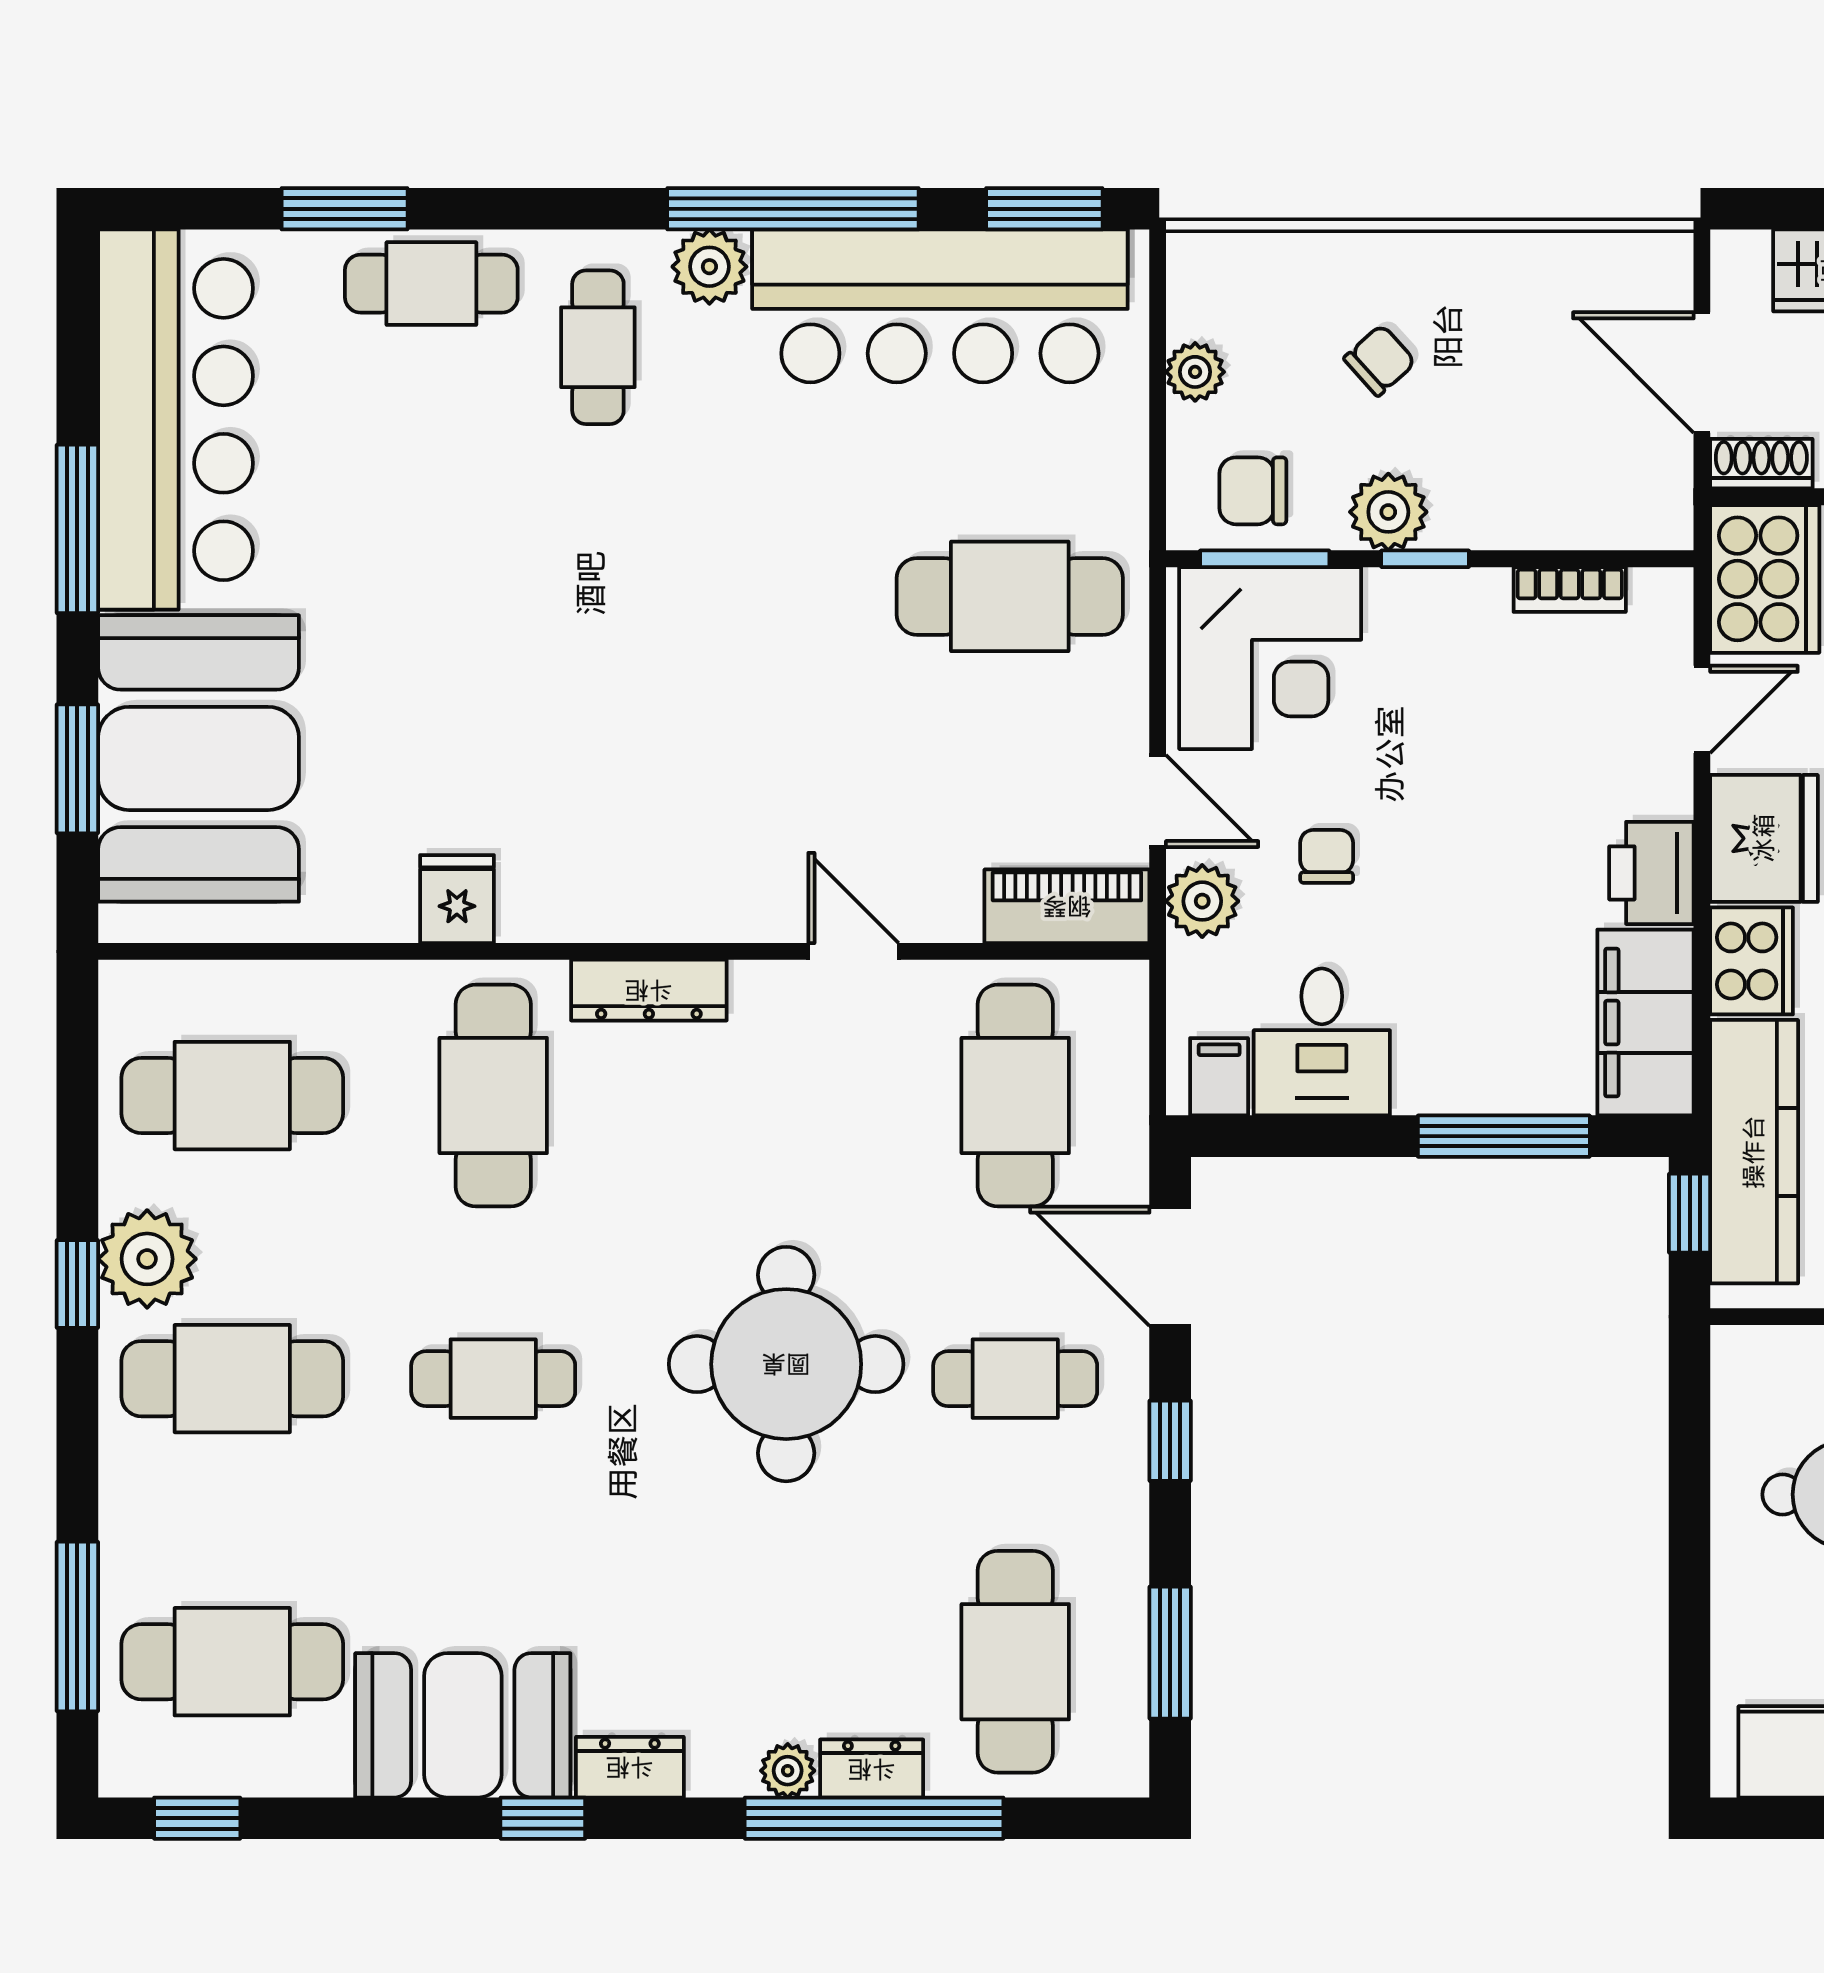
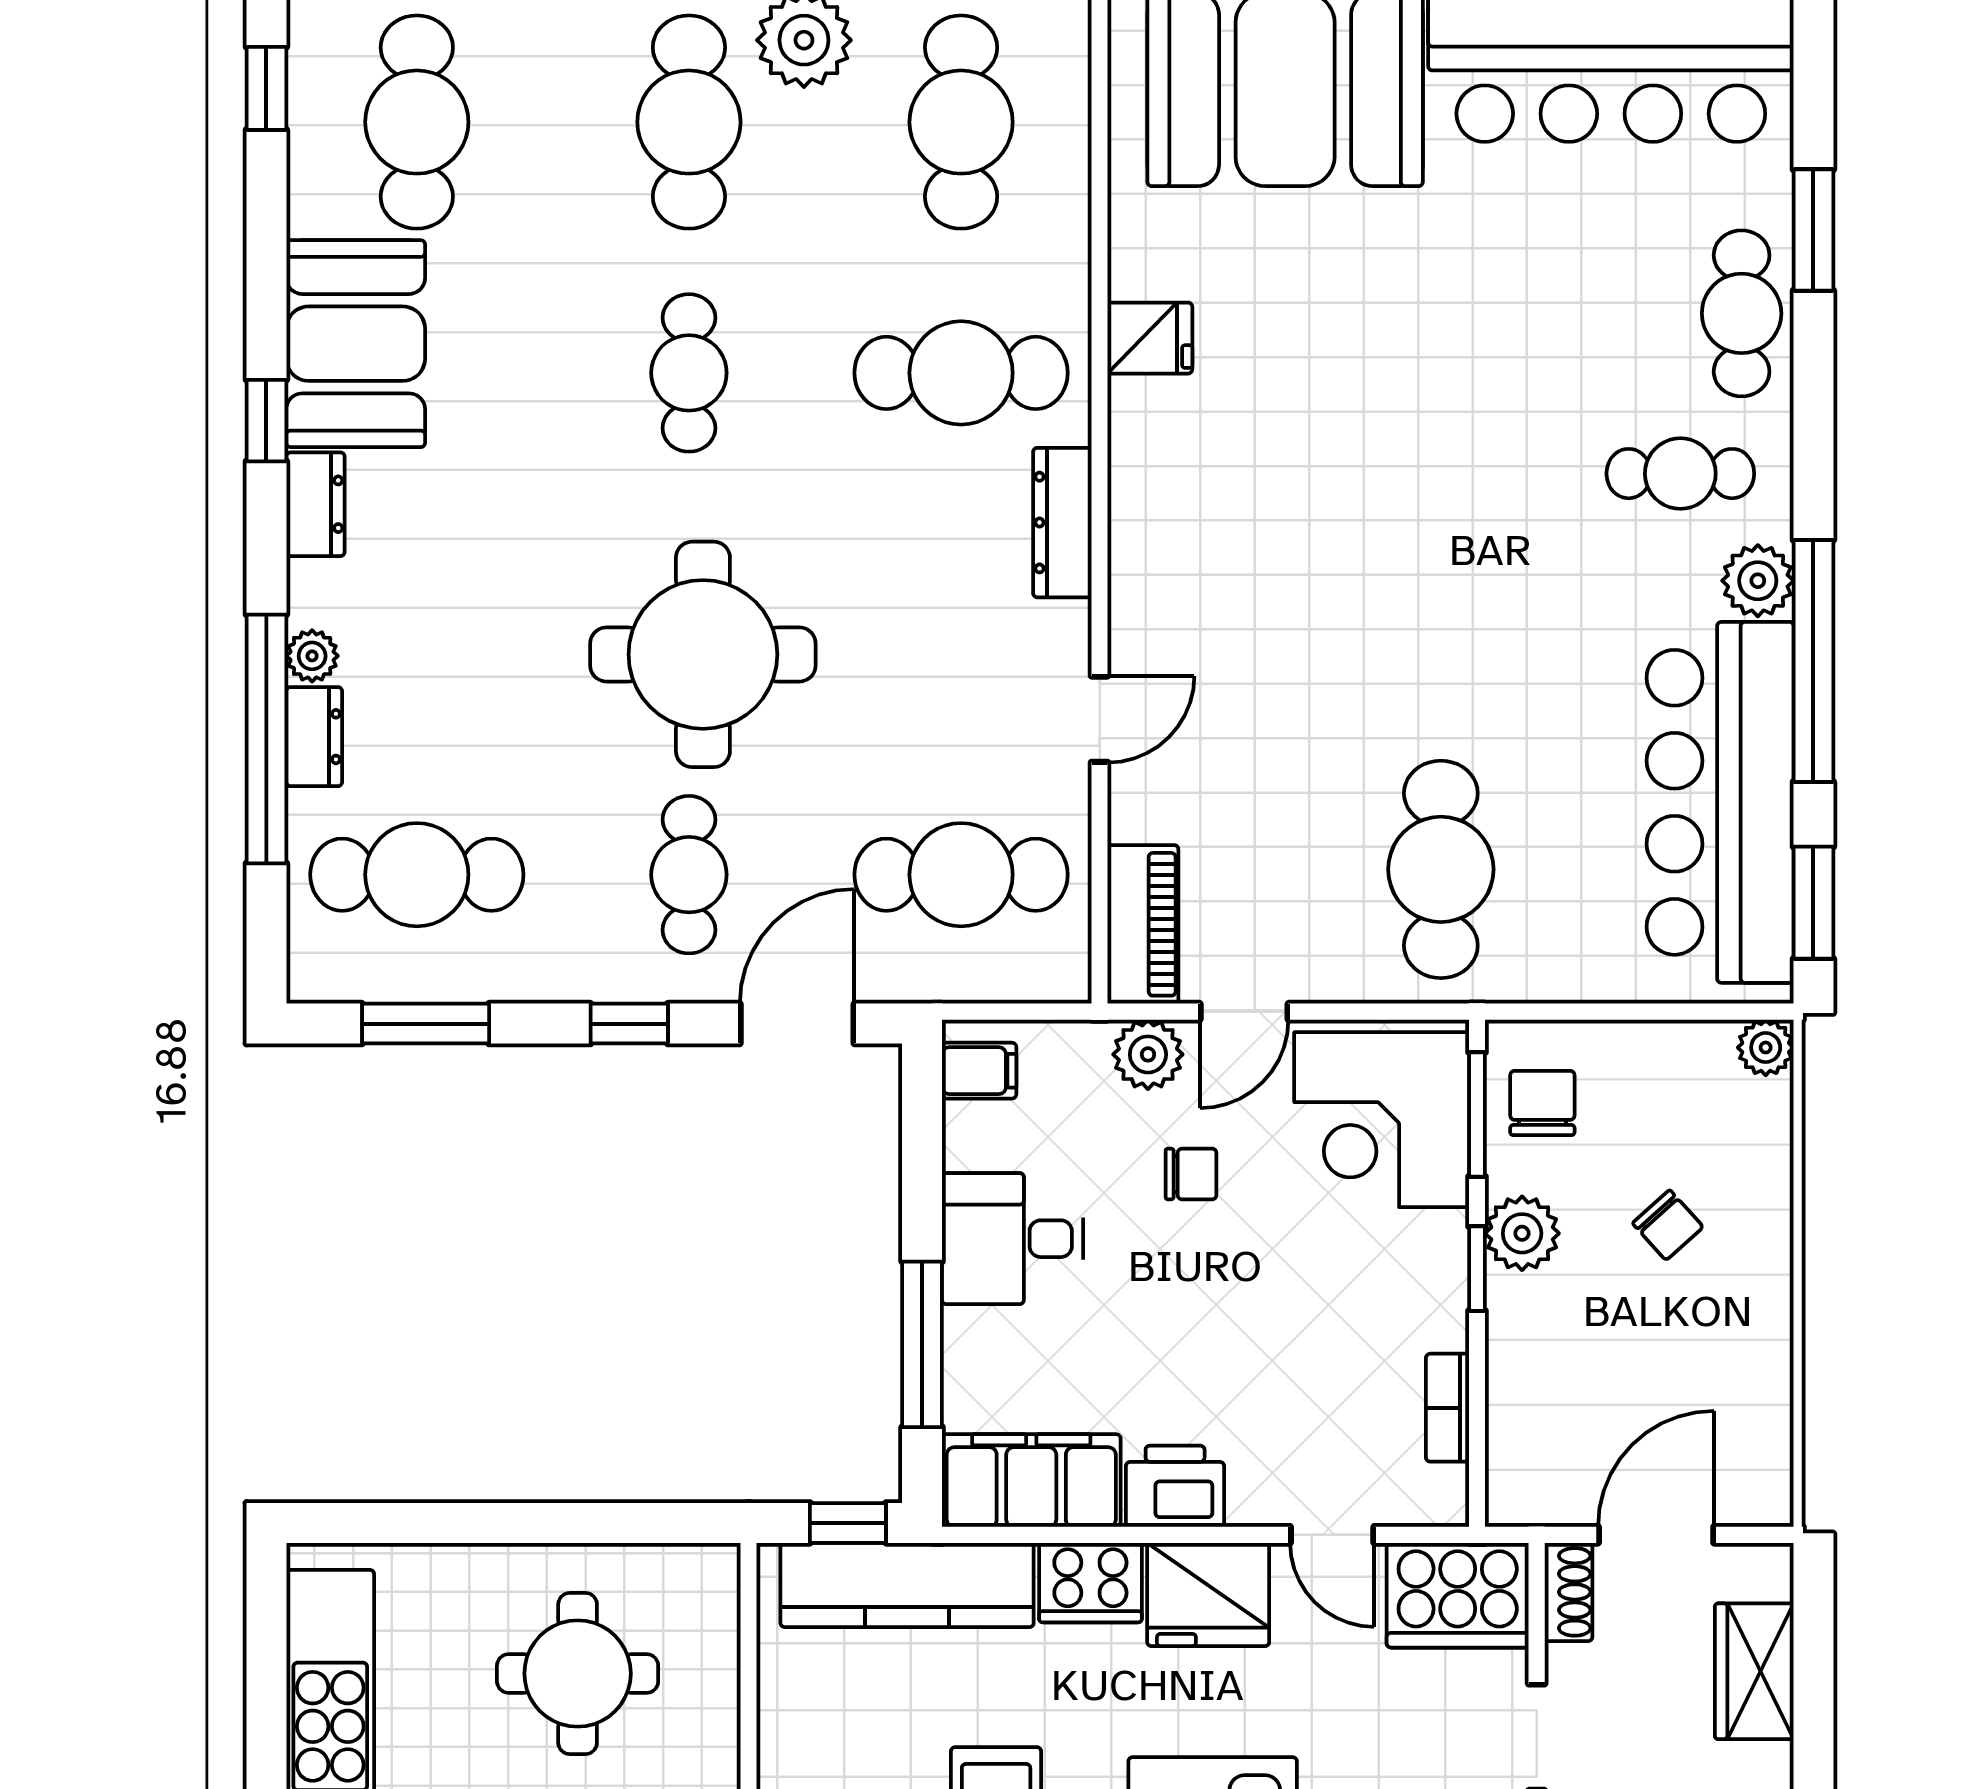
plant: (1195, 372) -> (1766, 1048), moved
desk: (1322, 1042) -> (1013, 1239), moved

